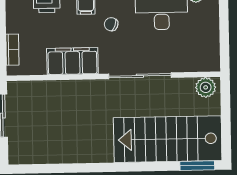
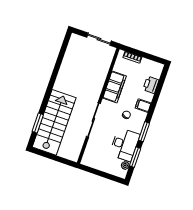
plant: (206, 87) -> (74, 153), removed
window: (197, 166) -> (38, 123), moved

